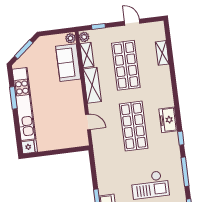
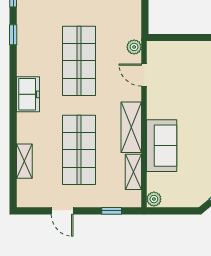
plant: (84, 37) -> (134, 47), moved
sofa: (68, 63) -> (162, 146), moved
freezer: (168, 120) -> (28, 94), moved

